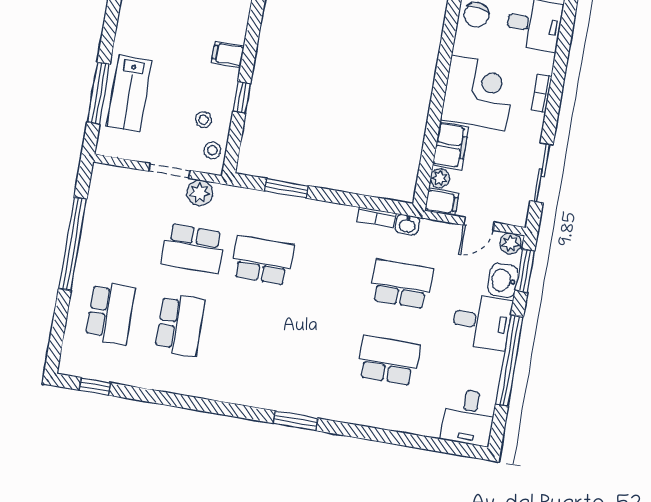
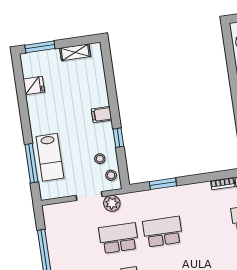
school desk: (193, 248) -> (119, 238), turned 180

